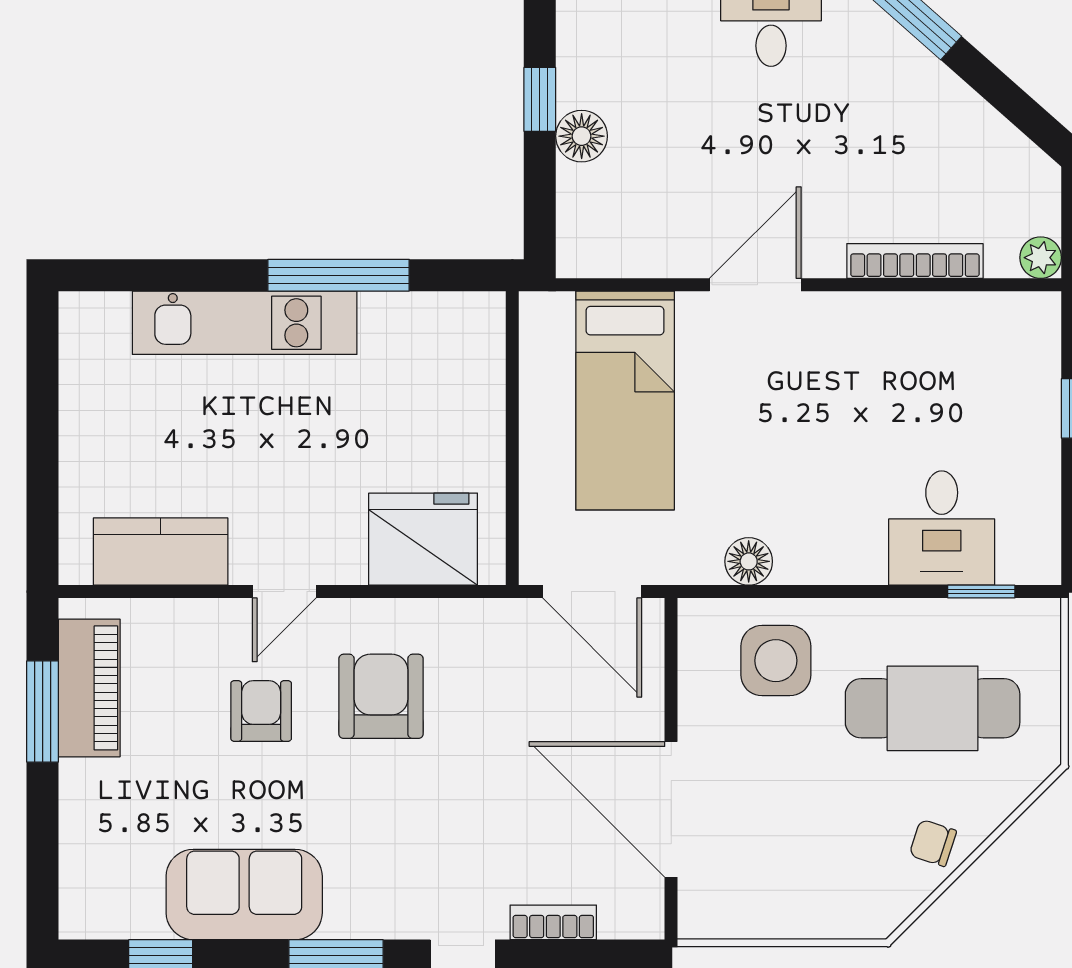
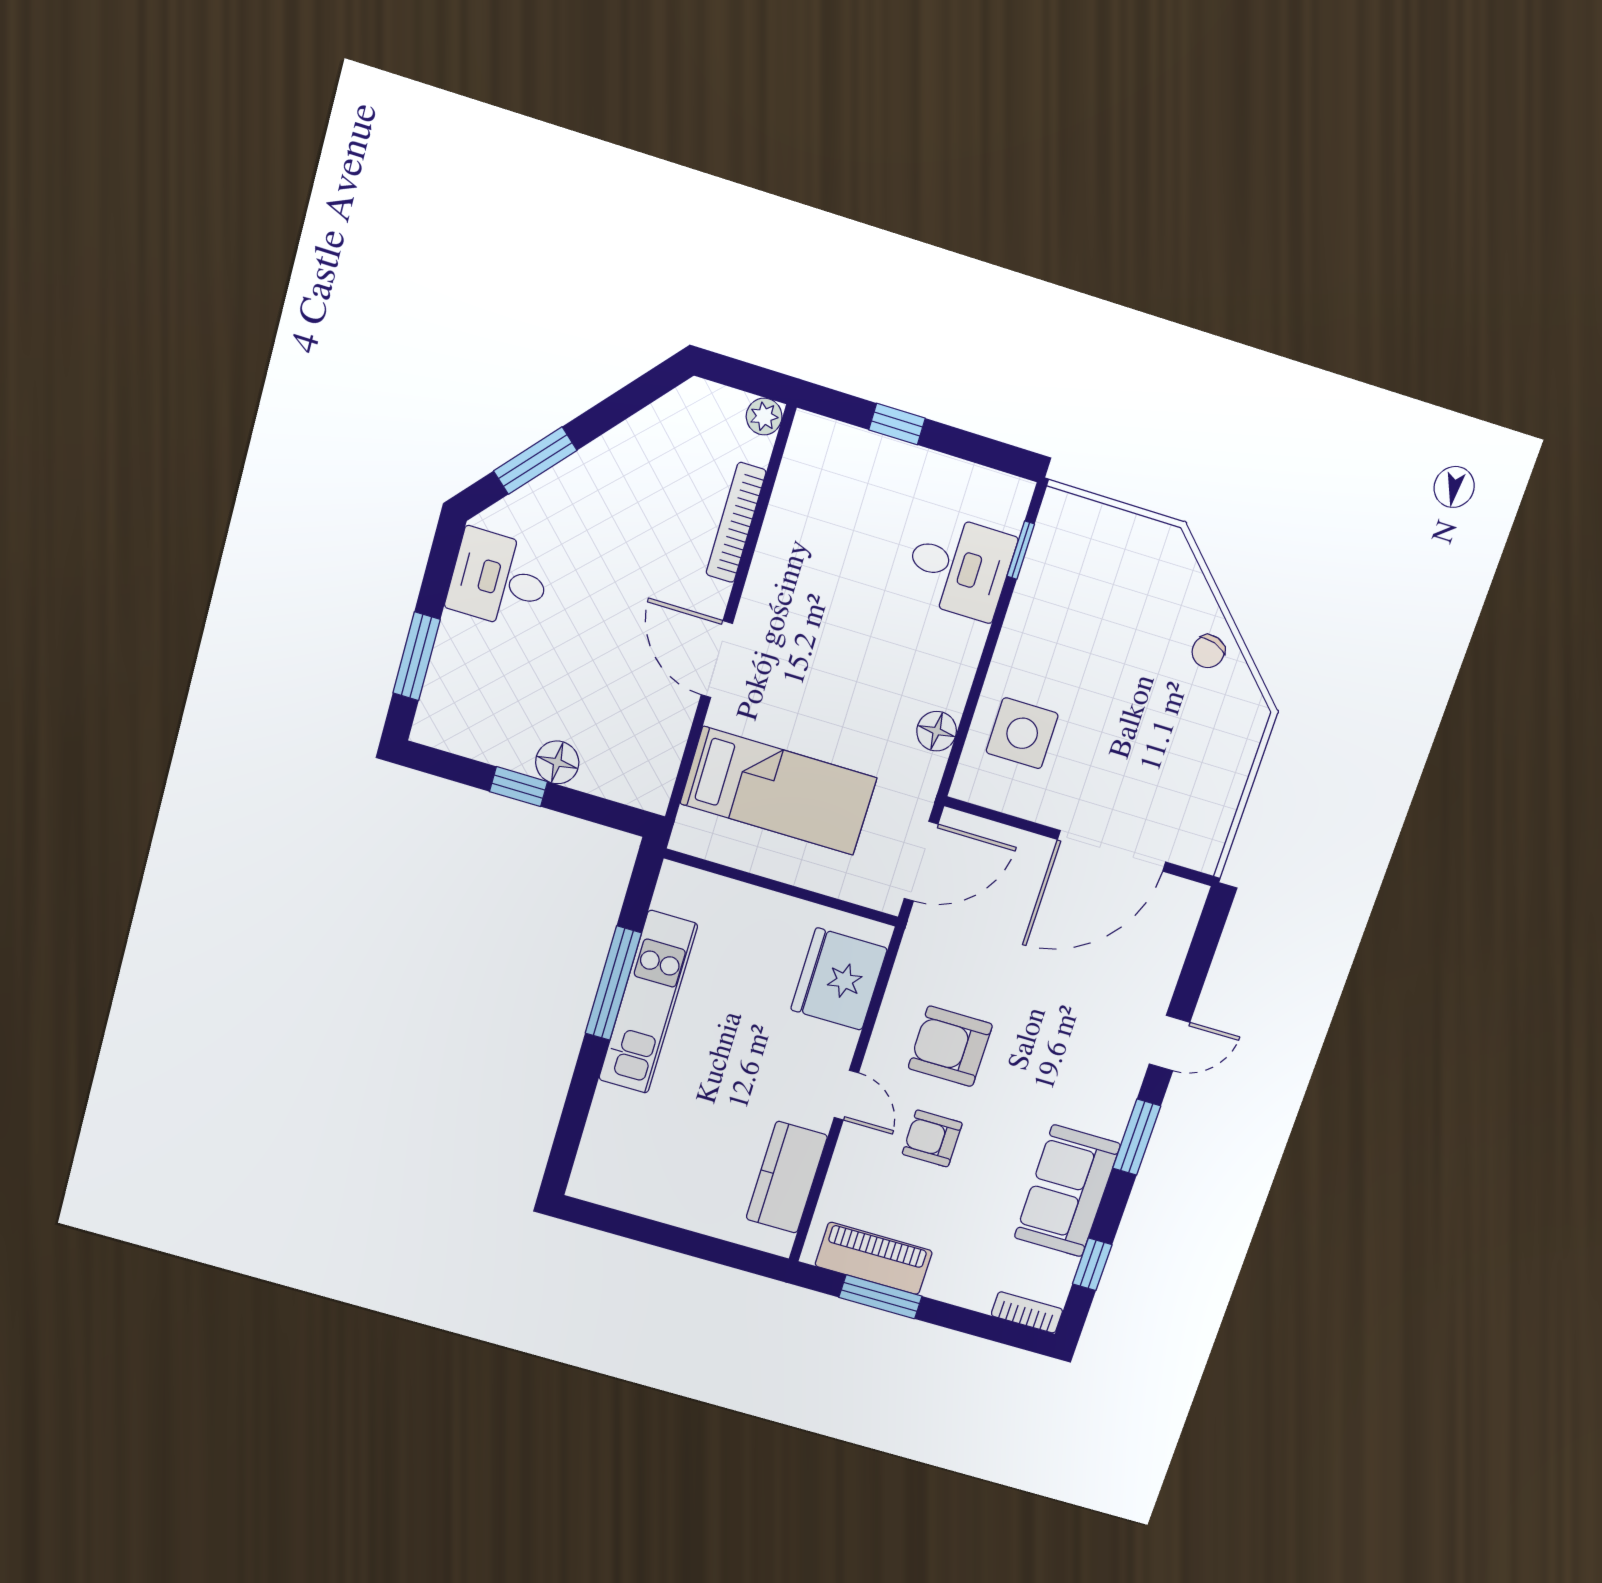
kitchen unit: (245, 323) -> (648, 1002), moved
cafe table: (933, 708) -> (1101, 619), removed
bookcase: (553, 922) -> (1027, 1312), moved, turned 90

